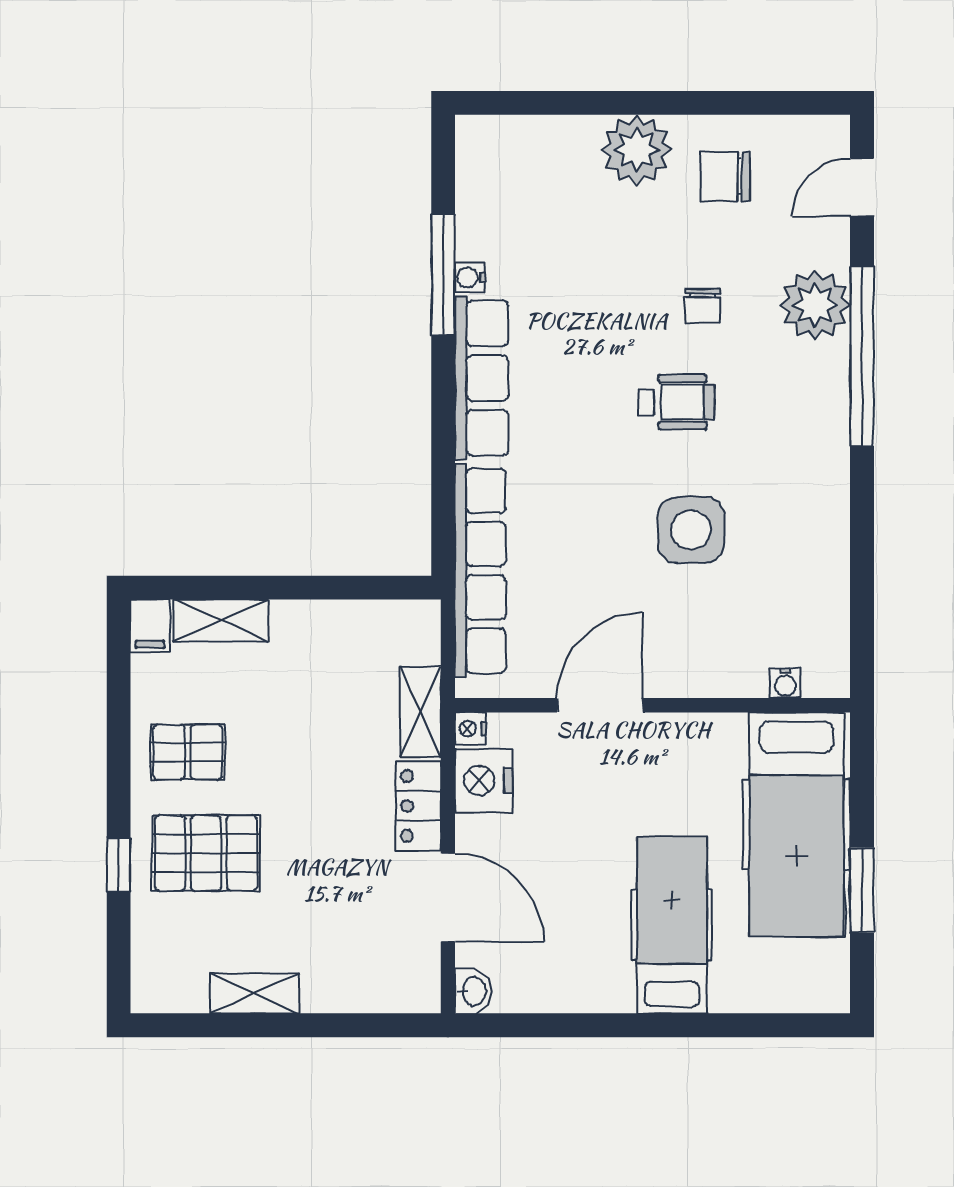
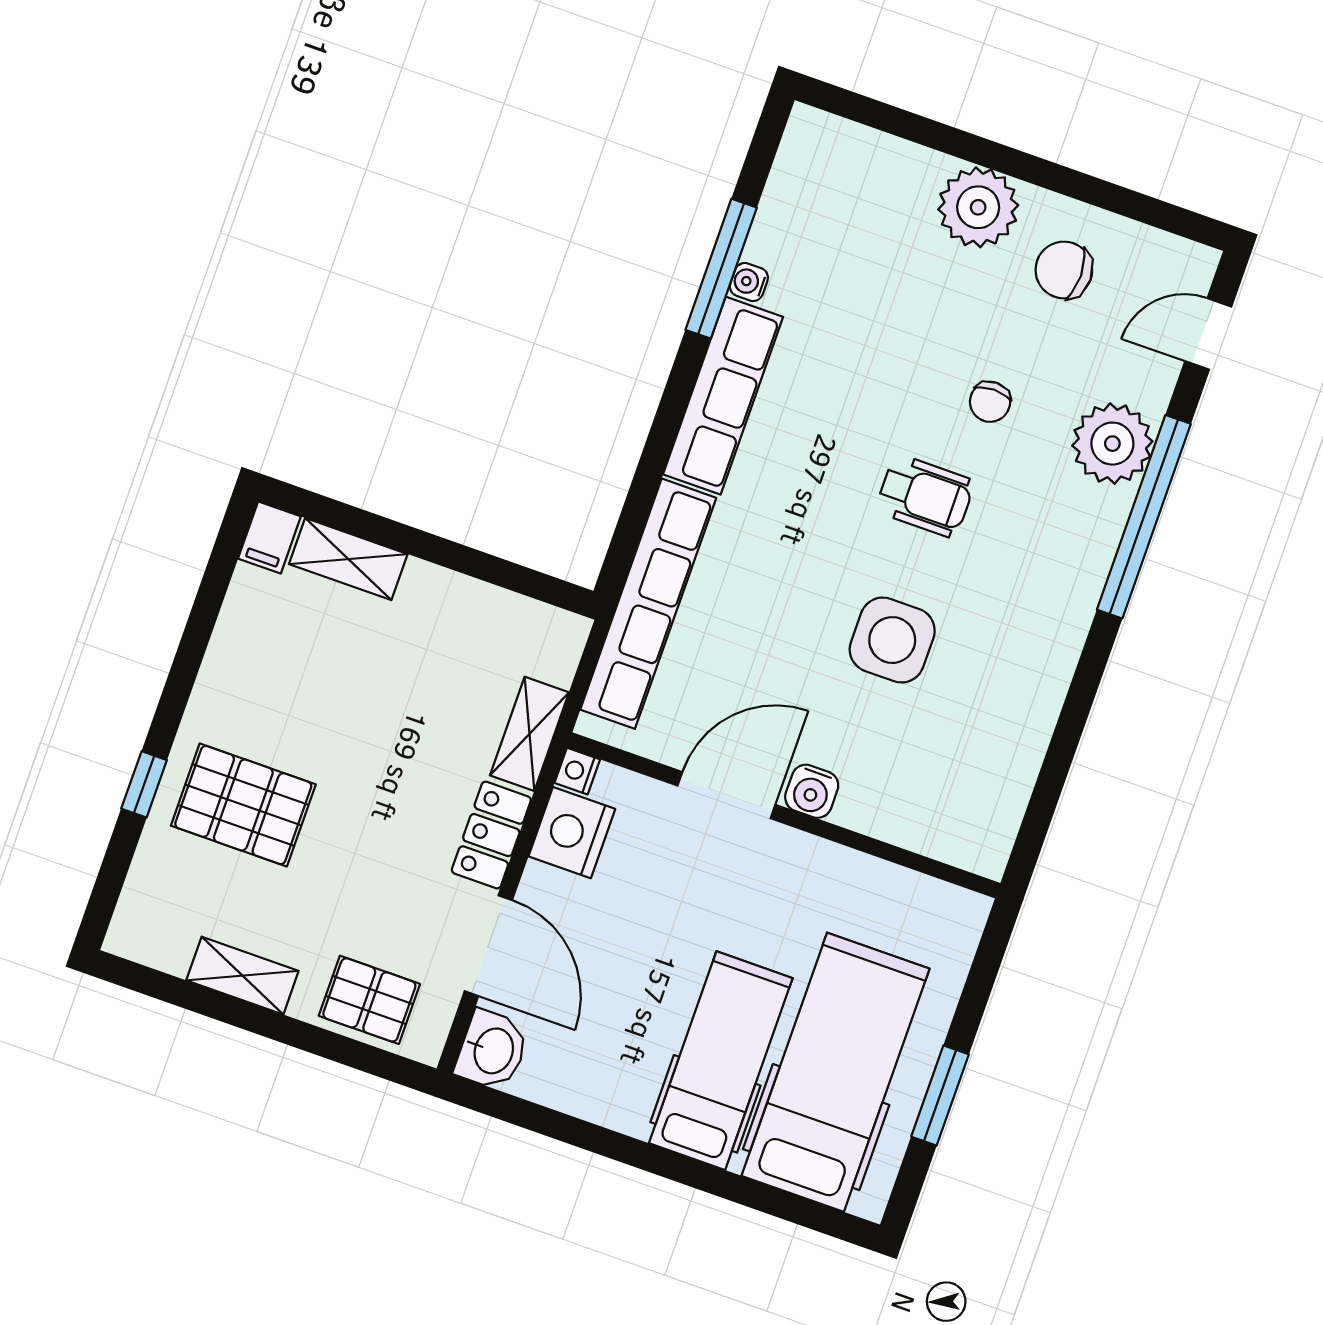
water cooler: (785, 683) -> (812, 791), moved, width x1.38, depth x1.38
pallet: (188, 752) -> (369, 1000), moved
hospital bed: (796, 825) -> (835, 1072), moved, turned 180
washbasin: (473, 991) -> (492, 1050), width x1.38, depth x1.45

